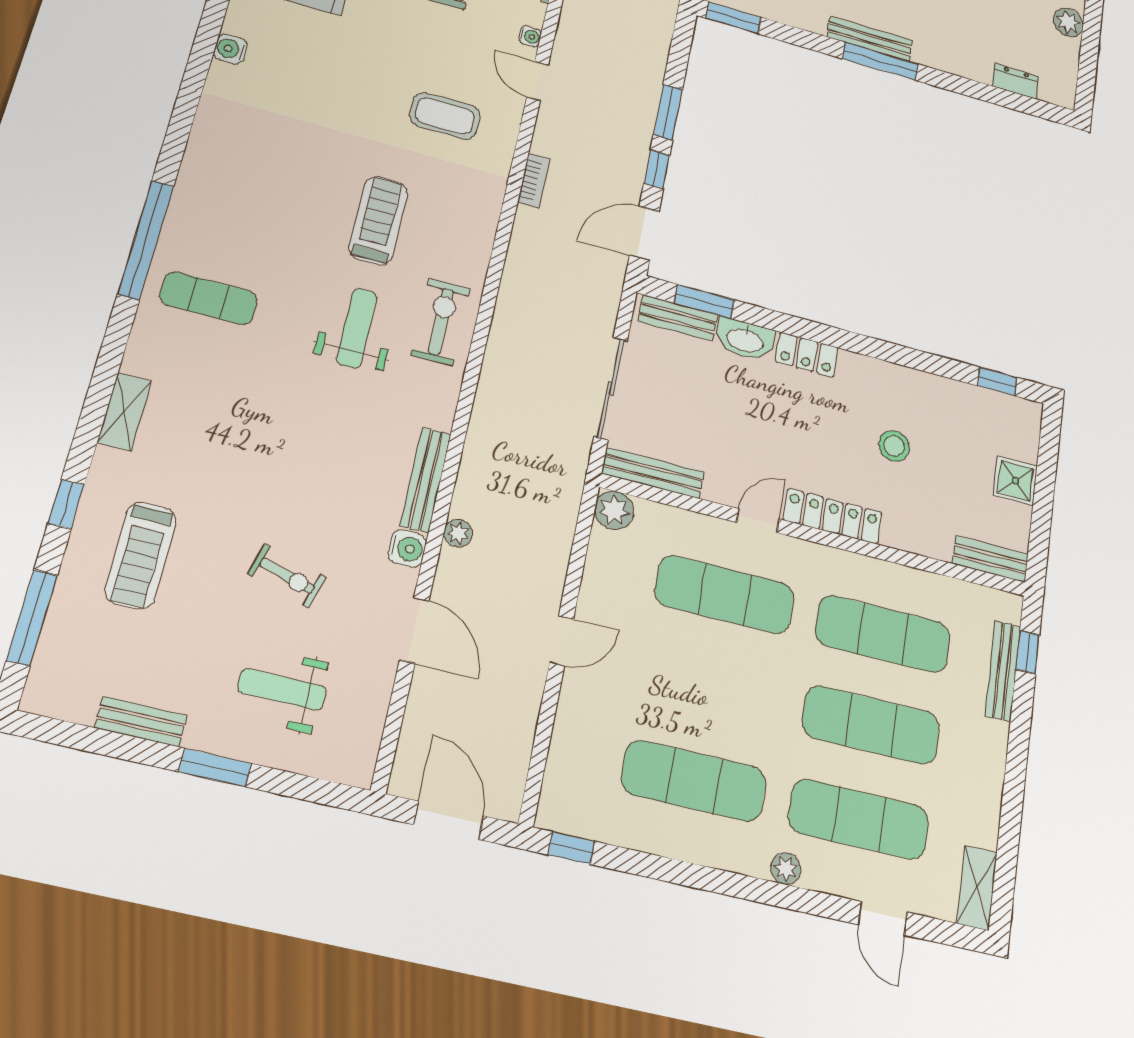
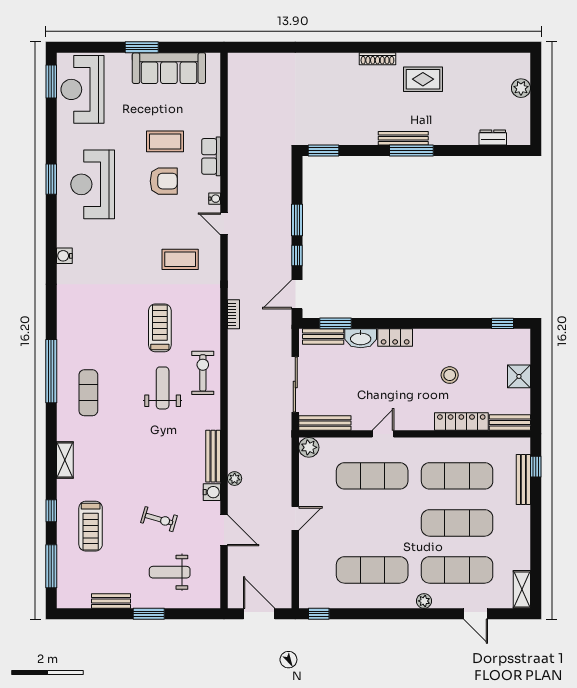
bookcase: (534, 181) -> (233, 314), moved
exercise mat: (209, 298) -> (88, 393), turned 90
locker: (833, 516) -> (461, 421), moved

